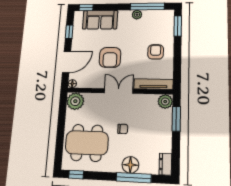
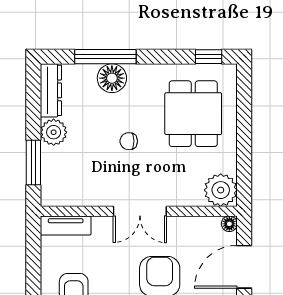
tv unit: (153, 84) -> (66, 226), width x0.71
plant: (165, 102) -> (54, 132), moved
dining table: (87, 143) -> (193, 114), width x0.73
dresser: (165, 164) -> (51, 90), width x1.44

